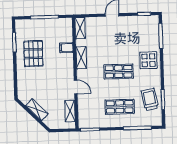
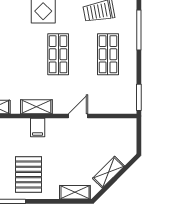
filing cabinet: (66, 48) -> (38, 128), moved
pallet: (33, 54) -> (29, 174), turned 90
shelving: (70, 111) -> (75, 192), moved

